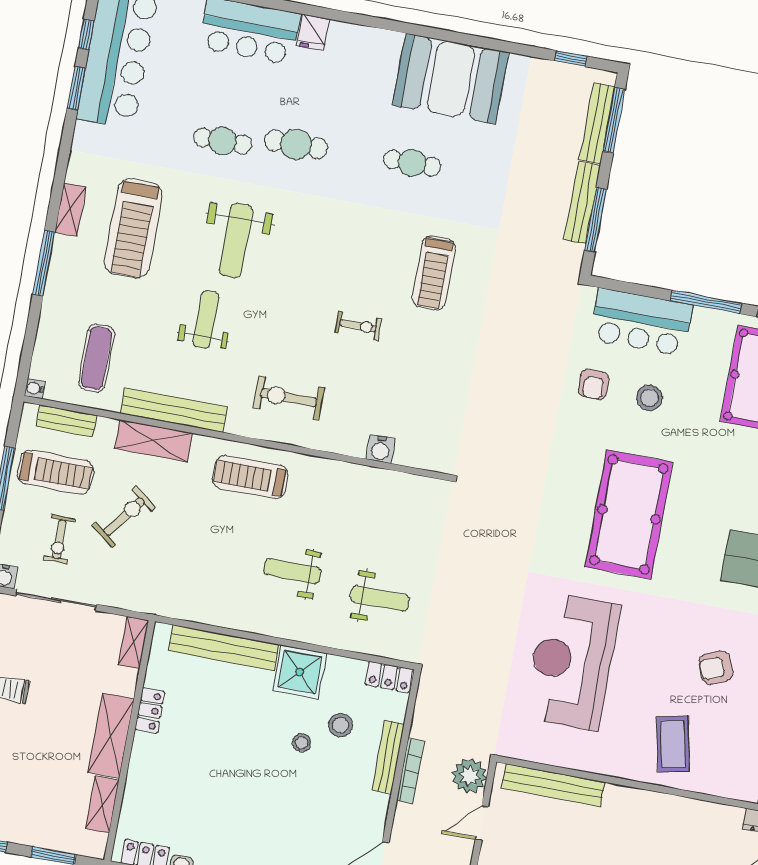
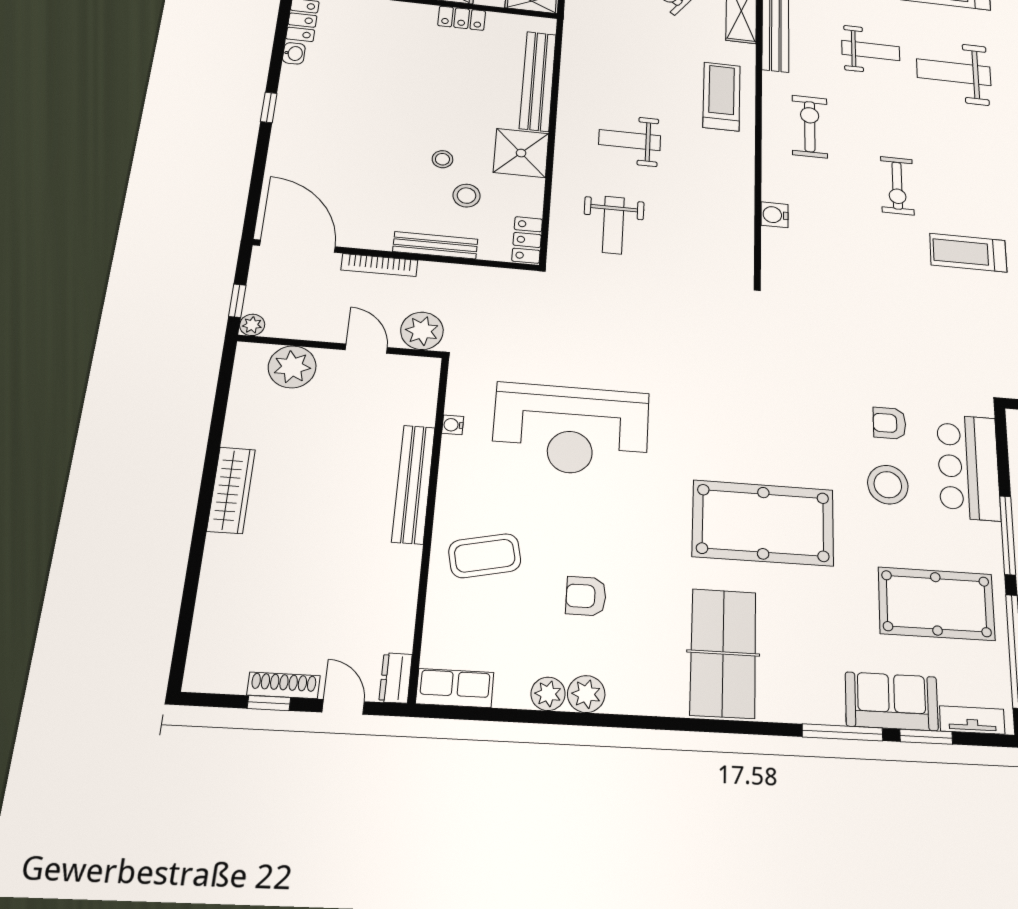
exercise bike: (358, 326) -> (897, 186), width x1.38, depth x1.39
stool: (649, 398) -> (888, 485), width x1.38, depth x1.38
pool table: (629, 514) -> (763, 523), moved
weight bench: (292, 571) -> (630, 140), turned -90
reception desk: (572, 661) -> (571, 430), turned 180
armchair: (716, 668) -> (586, 596), turned -68
water cooler: (558, 758) -> (453, 425), added
bookcase: (410, 771) -> (379, 265), moved
bench: (553, 785) -> (413, 484), moved

